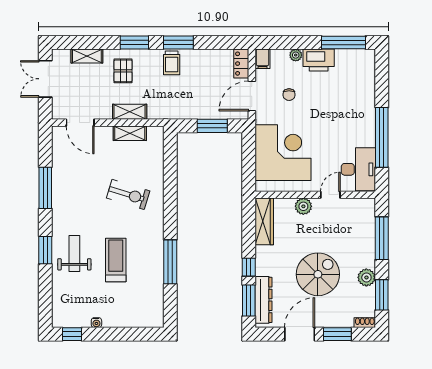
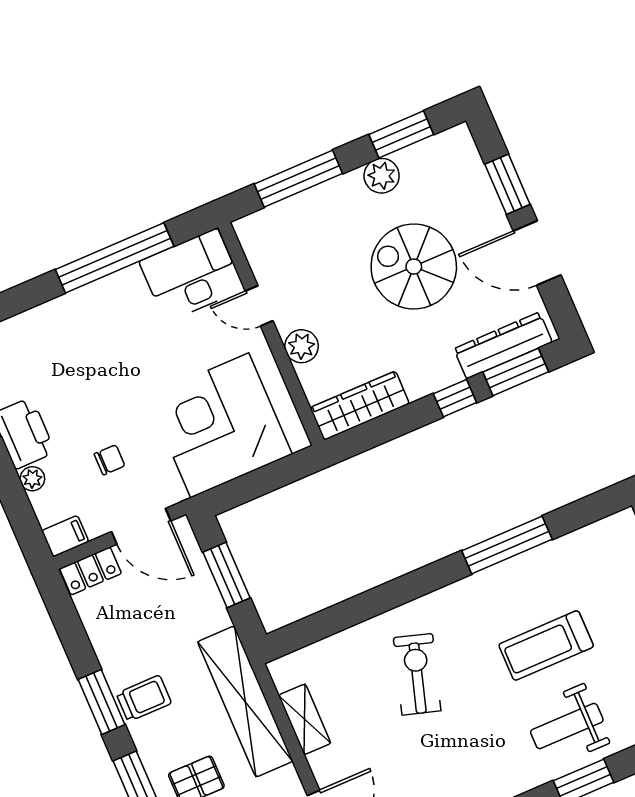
shelving: (130, 112) -> (245, 701), width x2.20, depth x1.33
shoe rack: (365, 323) -> (465, 143), removed

